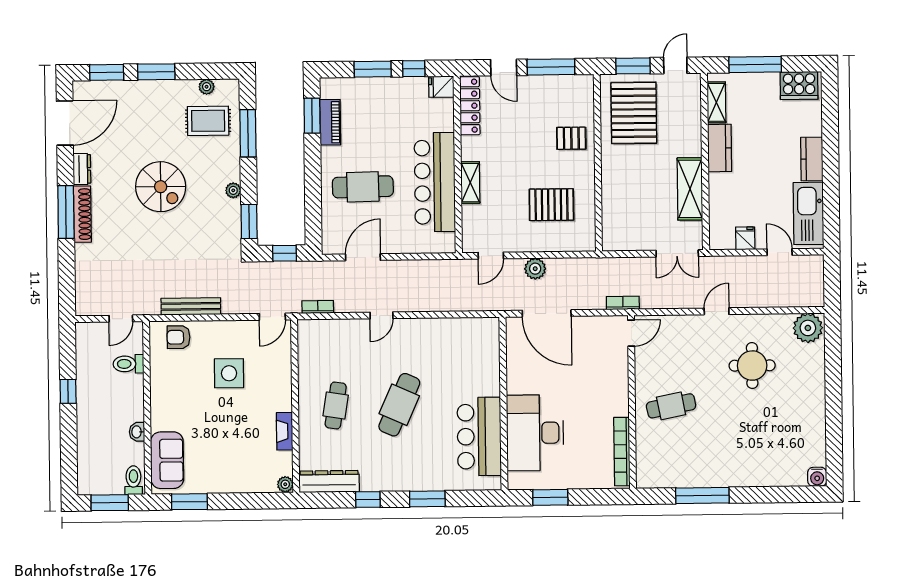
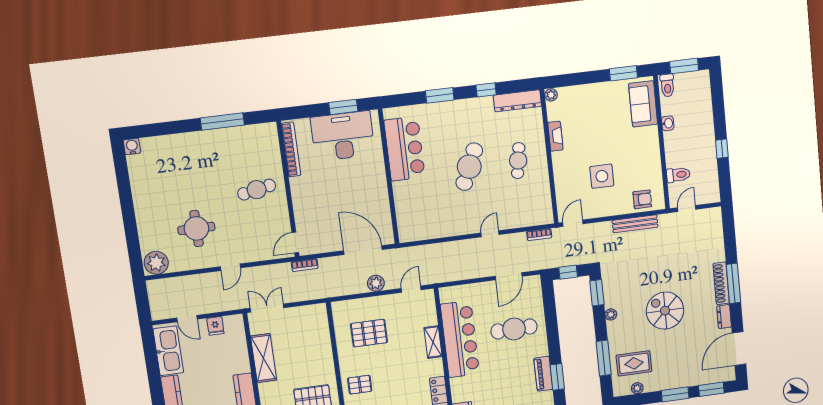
desk: (535, 433) -> (343, 136), moved, turned -90

